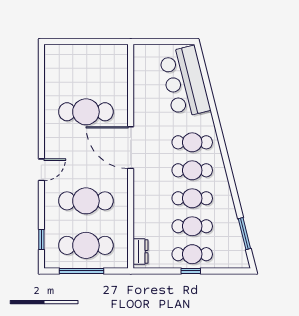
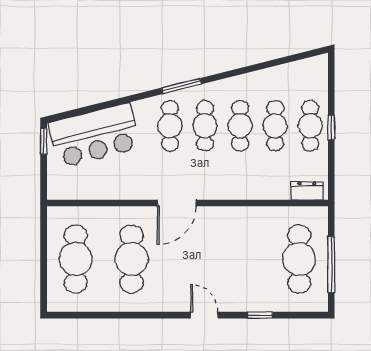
window: (180, 42) -> (44, 141), added
door: (131, 148) -> (177, 203), width x0.73
cafe table: (86, 201) -> (76, 259), moved
window: (244, 234) -> (182, 86), moved
window: (41, 240) -> (260, 315), moved

